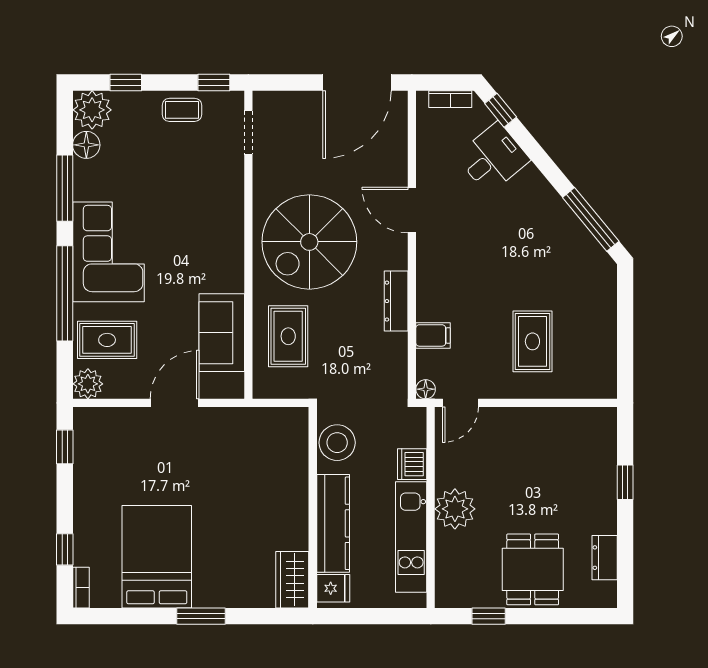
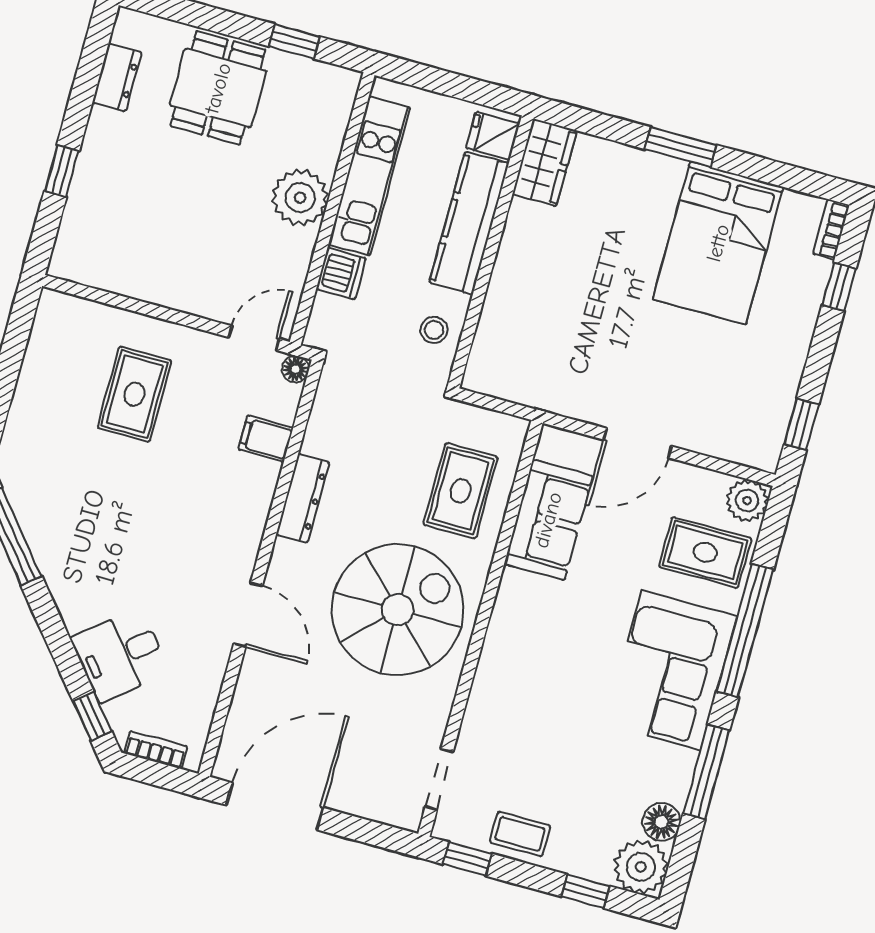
stool: (337, 443) -> (434, 330), width x0.53, depth x0.53

